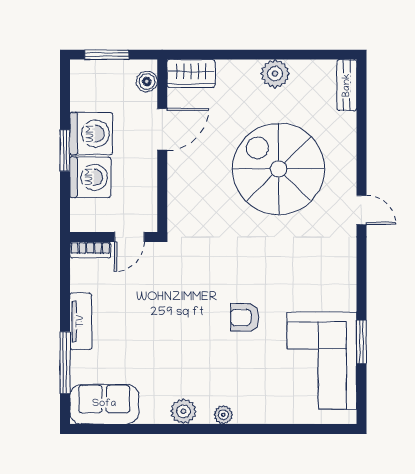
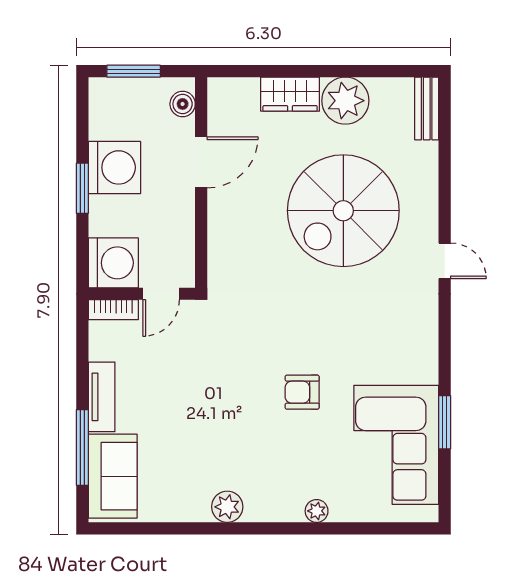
wardrobe: (191, 73) -> (290, 94), moved
plant: (275, 74) -> (345, 101), width x1.36, depth x1.36
spiral stairs: (278, 169) -> (343, 211), turned -90
washing machine: (90, 177) -> (113, 263), moved
sofa: (104, 404) -> (113, 476), moved, turned 90
plant: (223, 415) -> (317, 511), moved

